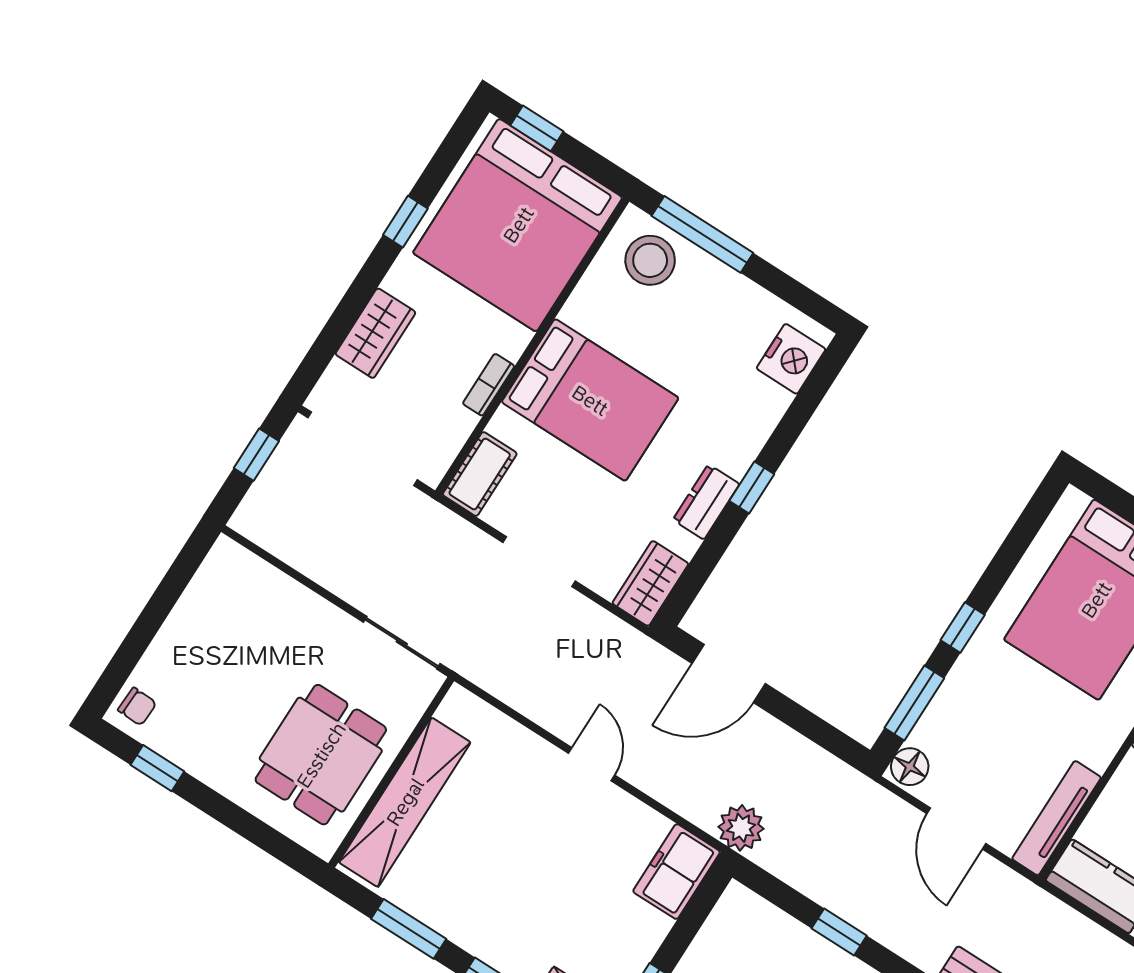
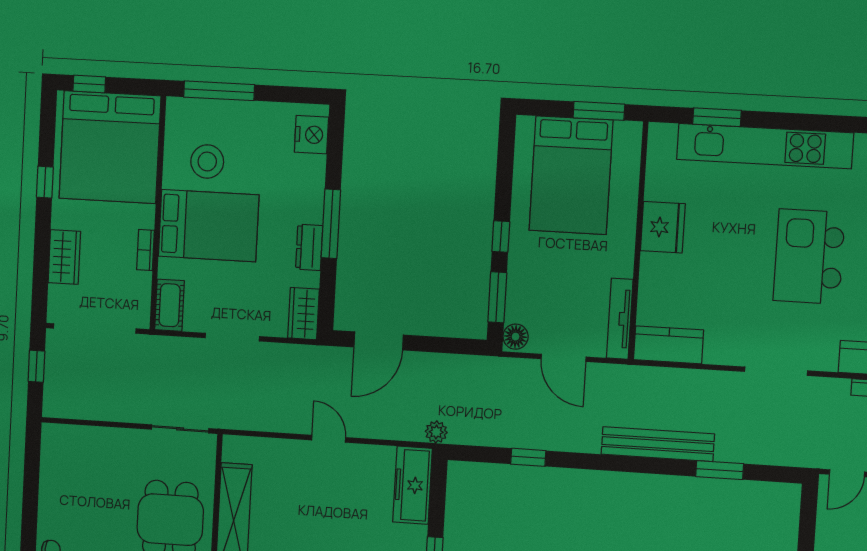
stool: (650, 260) -> (207, 162), moved
window: (752, 488) -> (331, 224), width x2.17
plant: (741, 828) -> (436, 432), width x0.73, depth x0.73
freezer: (677, 872) -> (413, 485), width x1.40

